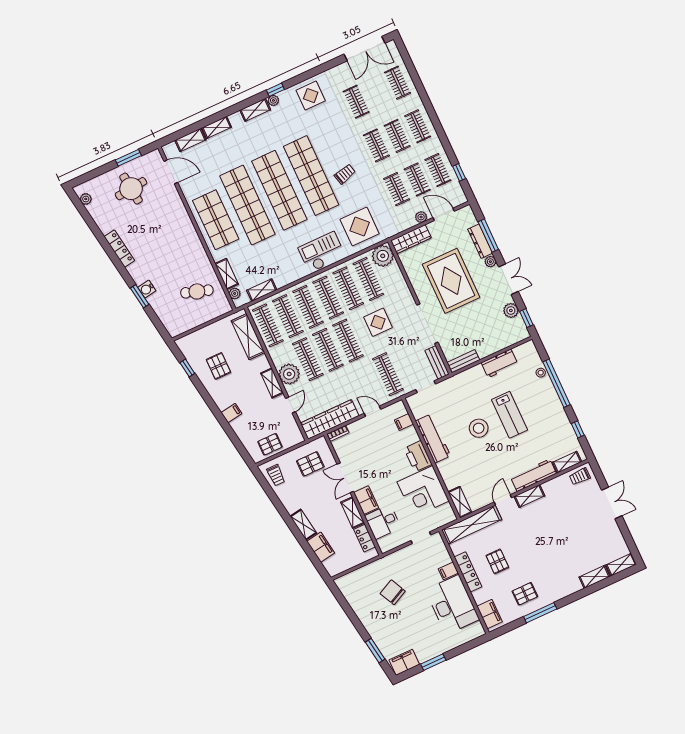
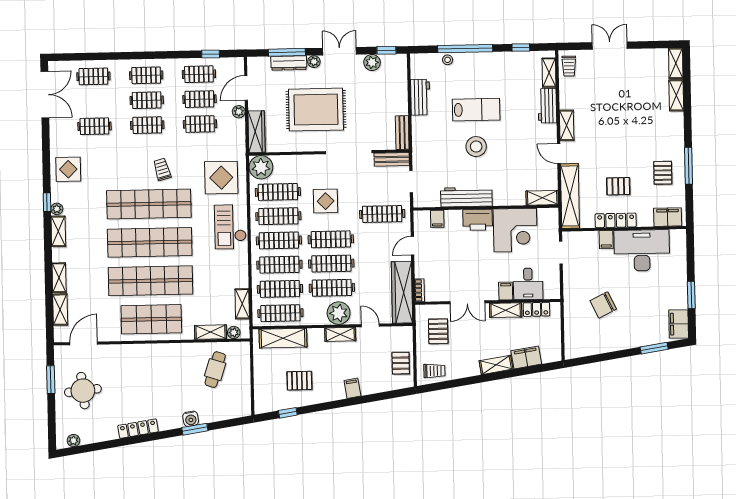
workbench: (533, 475) -> (547, 106), width x0.73
filing cabinet: (366, 500) -> (506, 291), width x0.50

